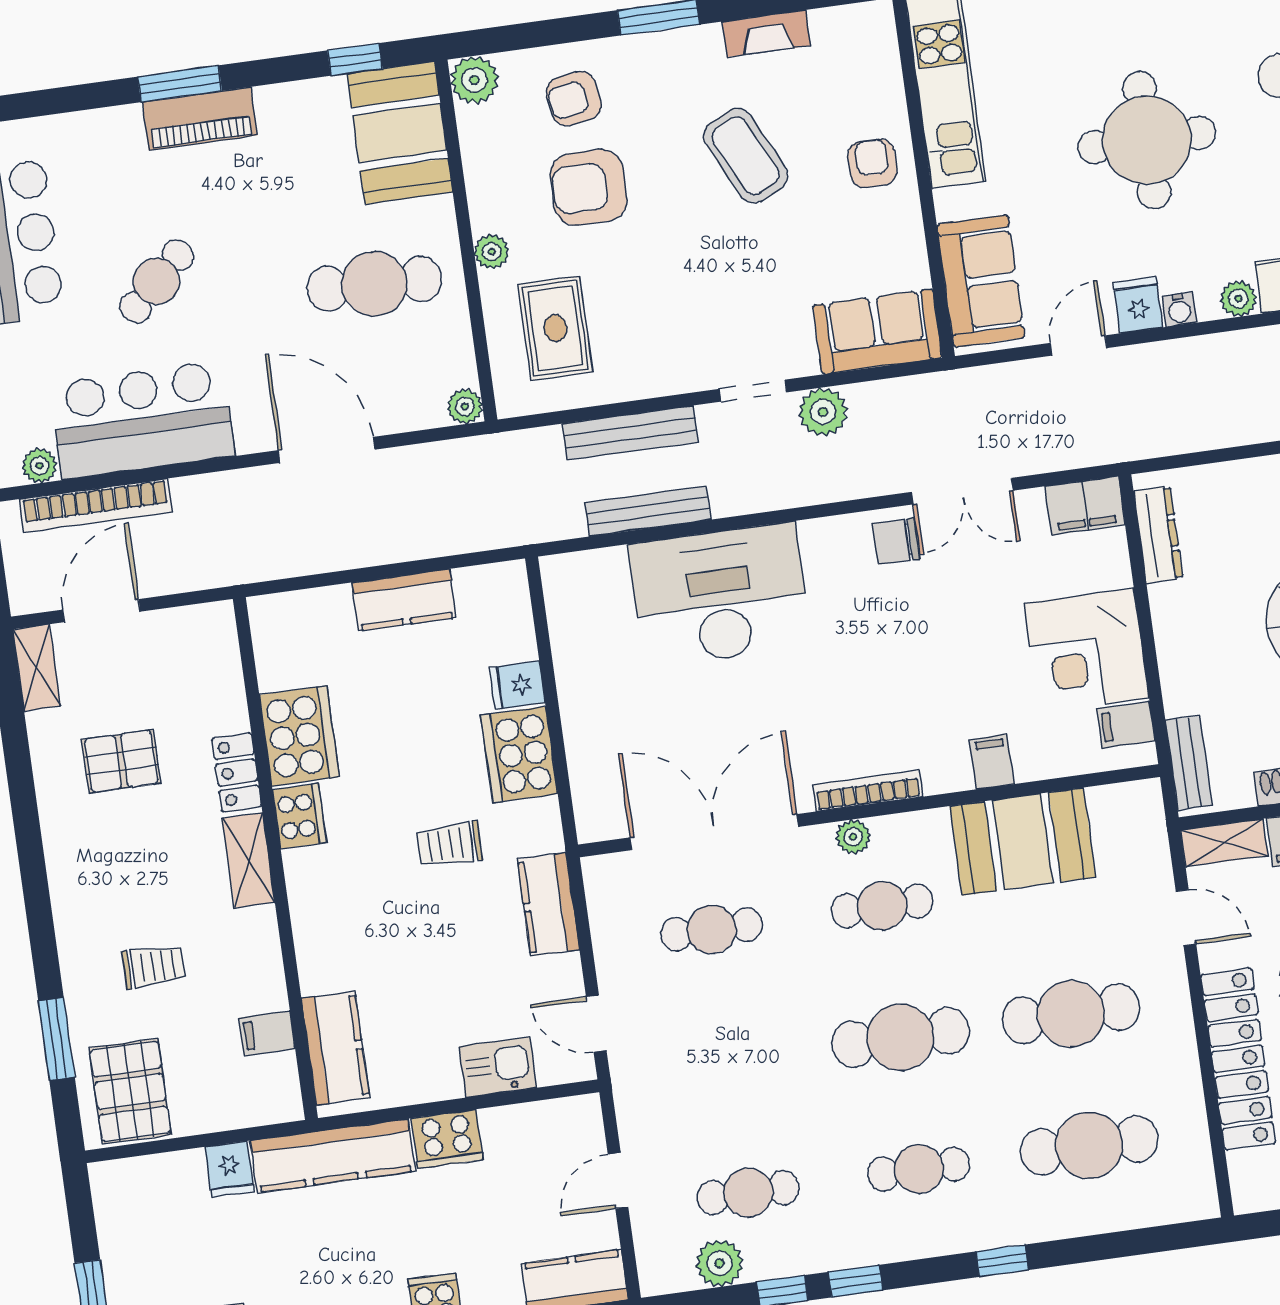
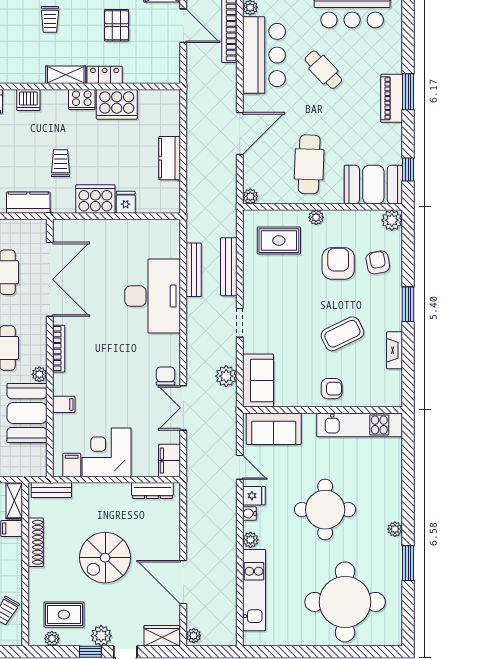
plant: (823, 412) -> (226, 376), moved
plant: (853, 837) -> (39, 374), moved
dishwasher: (317, 936) -> (28, 100), added
trolley: (154, 966) -> (50, 19), moved

